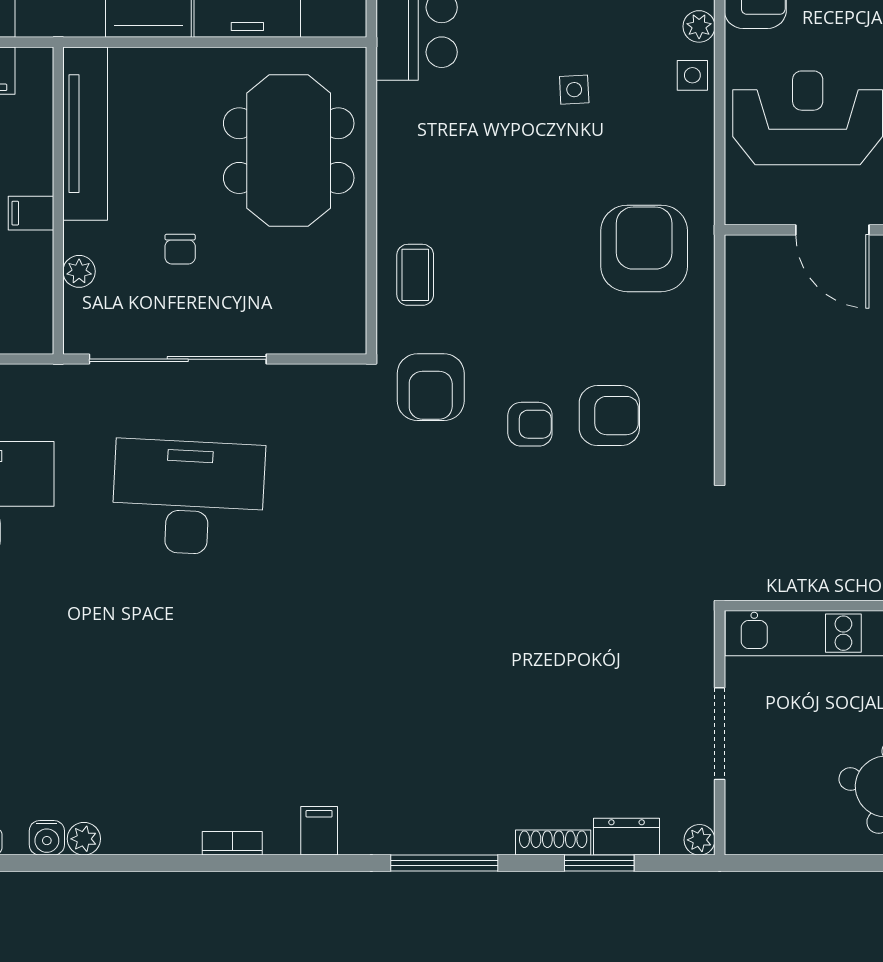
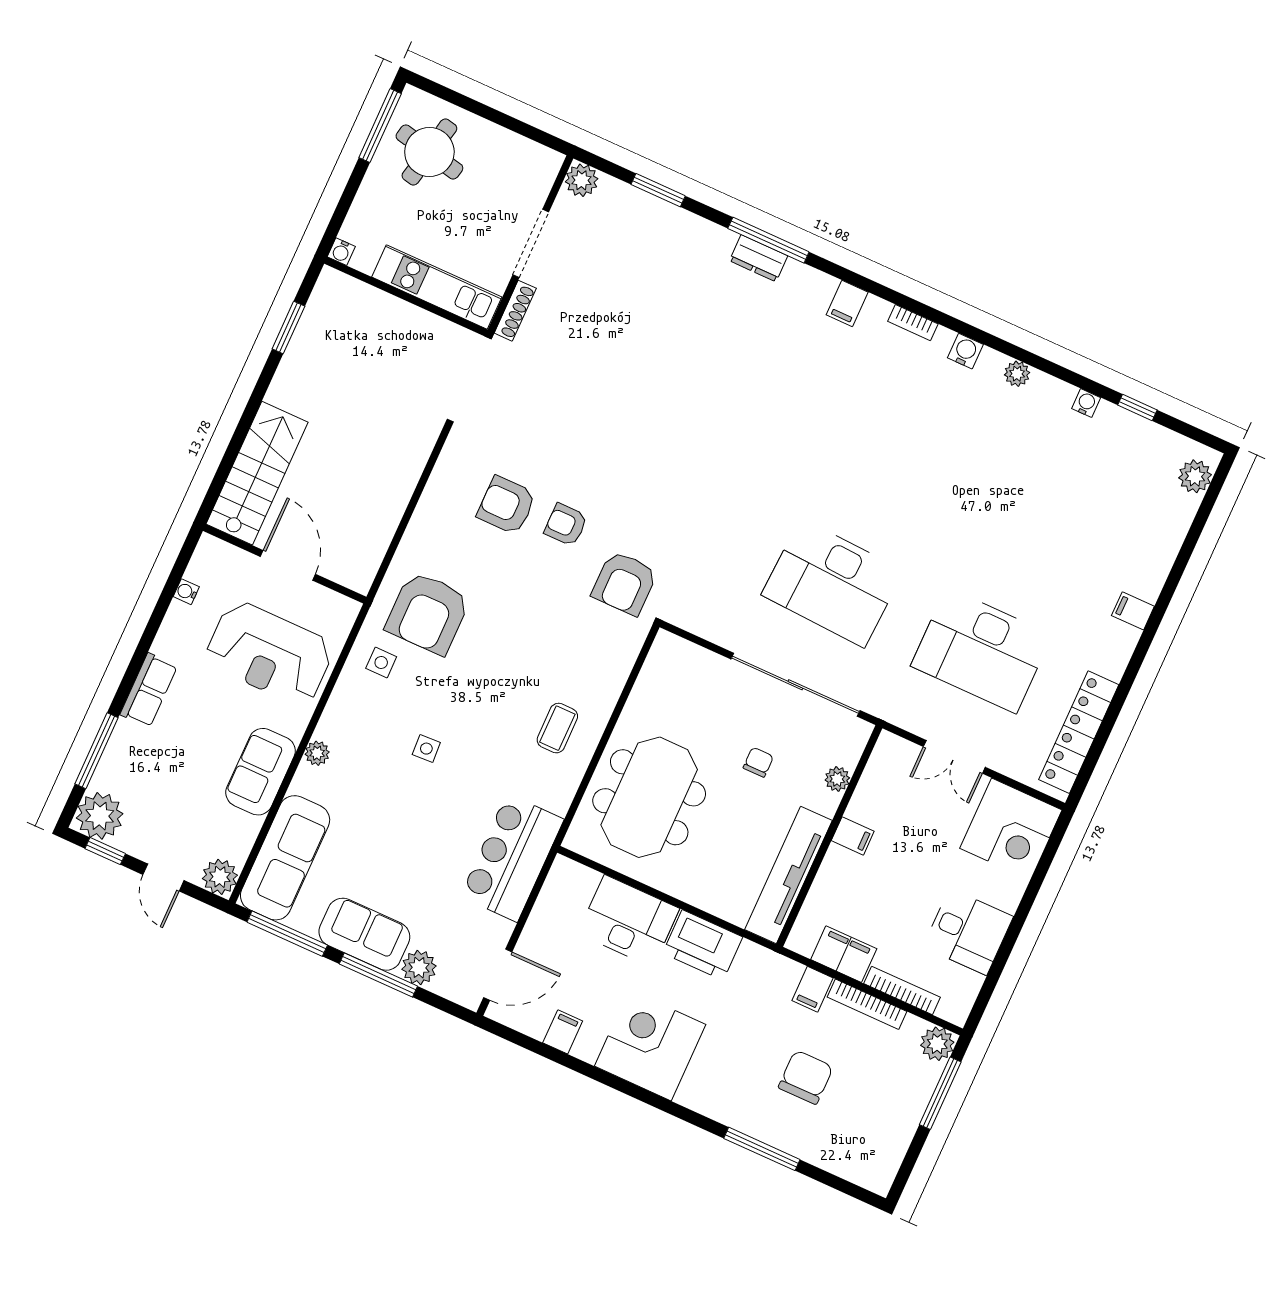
side table: (692, 75) -> (381, 663), moved
coffee table: (415, 275) -> (557, 728), moved
armchair: (431, 387) -> (624, 583), turned 180
dresser: (627, 837) -> (759, 258), moved
water cooler: (47, 838) -> (965, 351), moved
plant: (699, 840) -> (582, 180), width x1.38, depth x1.38
shoe rack: (553, 843) -> (515, 311), moved, turned -90

